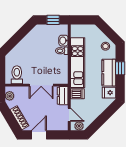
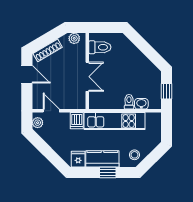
double door: (41, 85) -> (87, 77), swing flipped
dresser: (63, 96) -> (74, 103), removed
door: (69, 115) -> (51, 111), swing flipped

